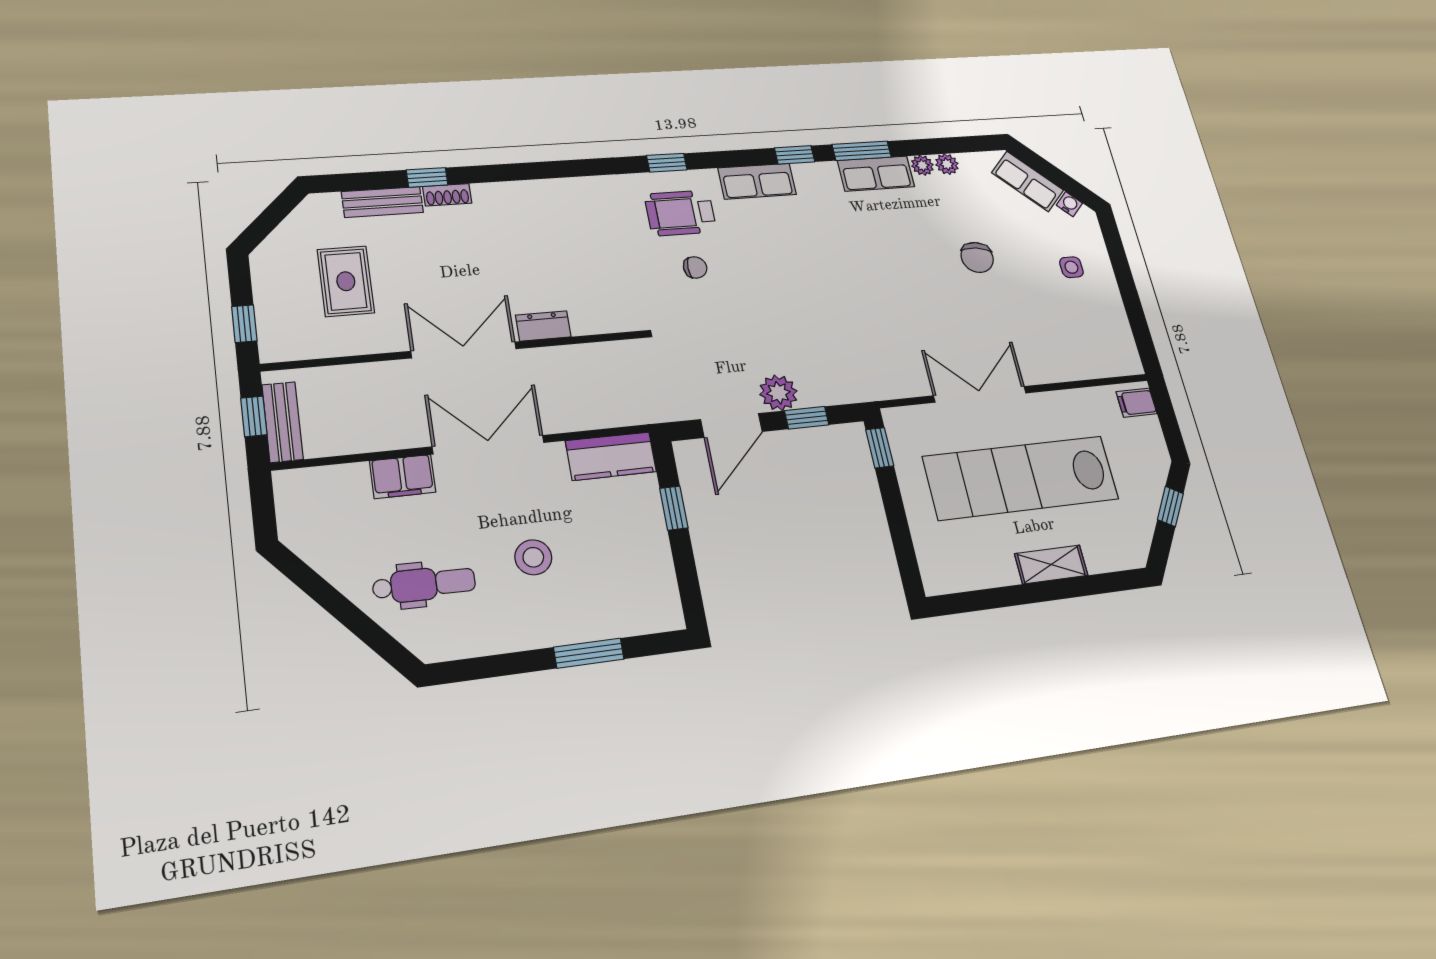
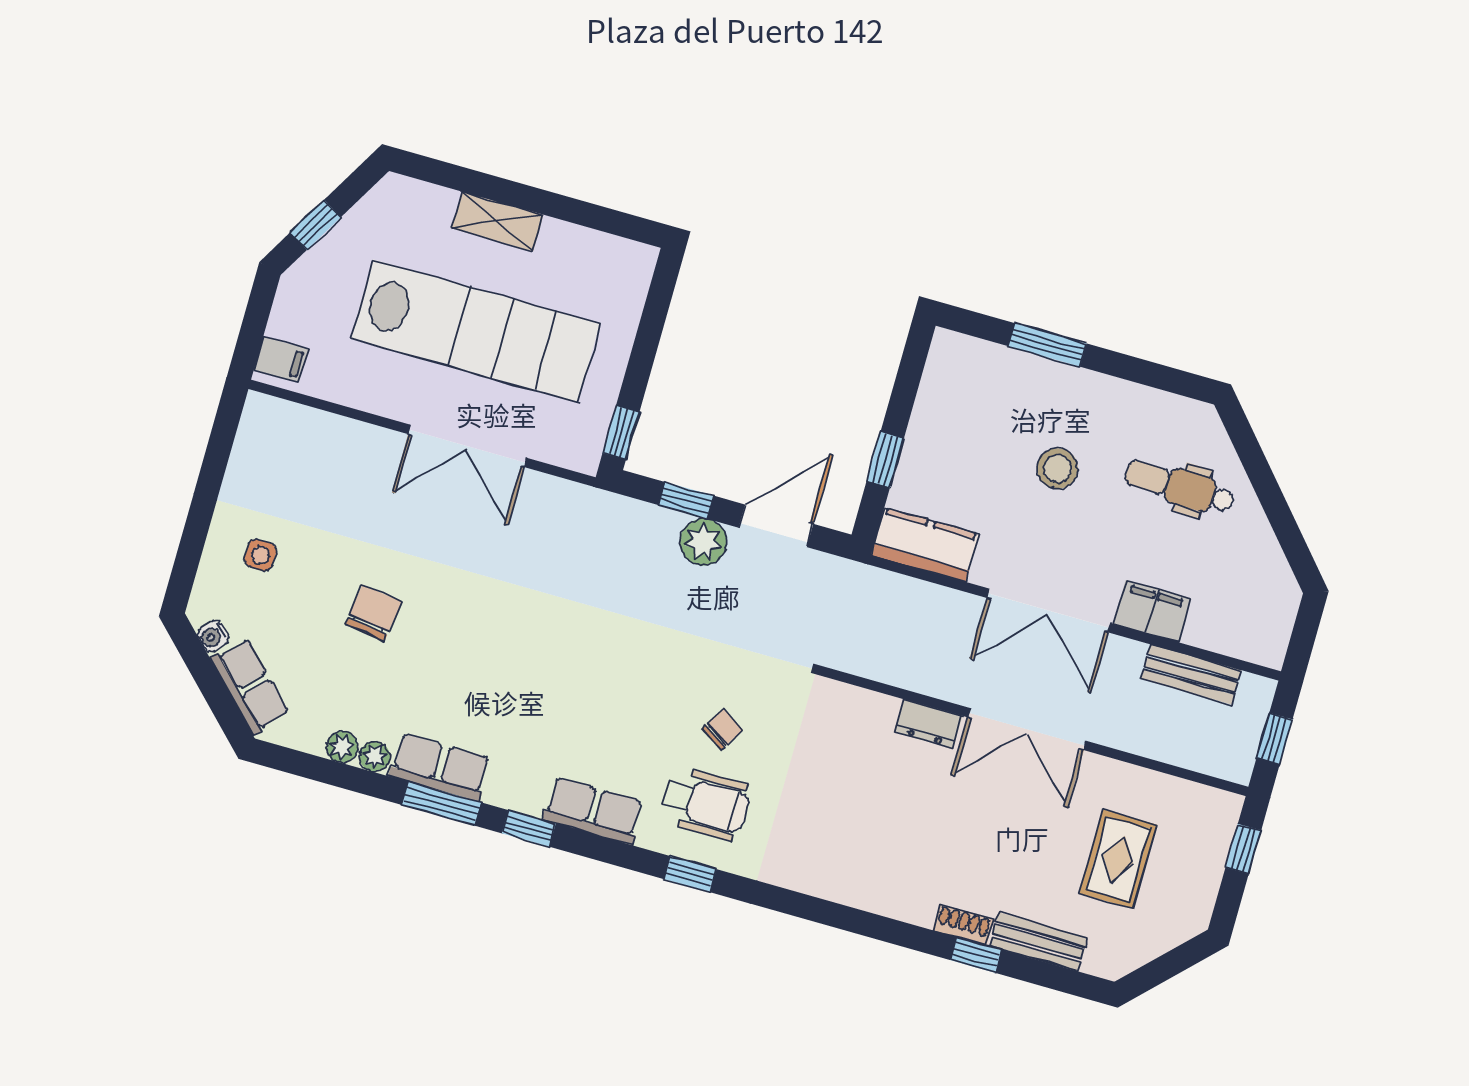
chair: (695, 267) -> (723, 729), turned 122
bench: (282, 422) -> (1191, 674), moved, turned 90

